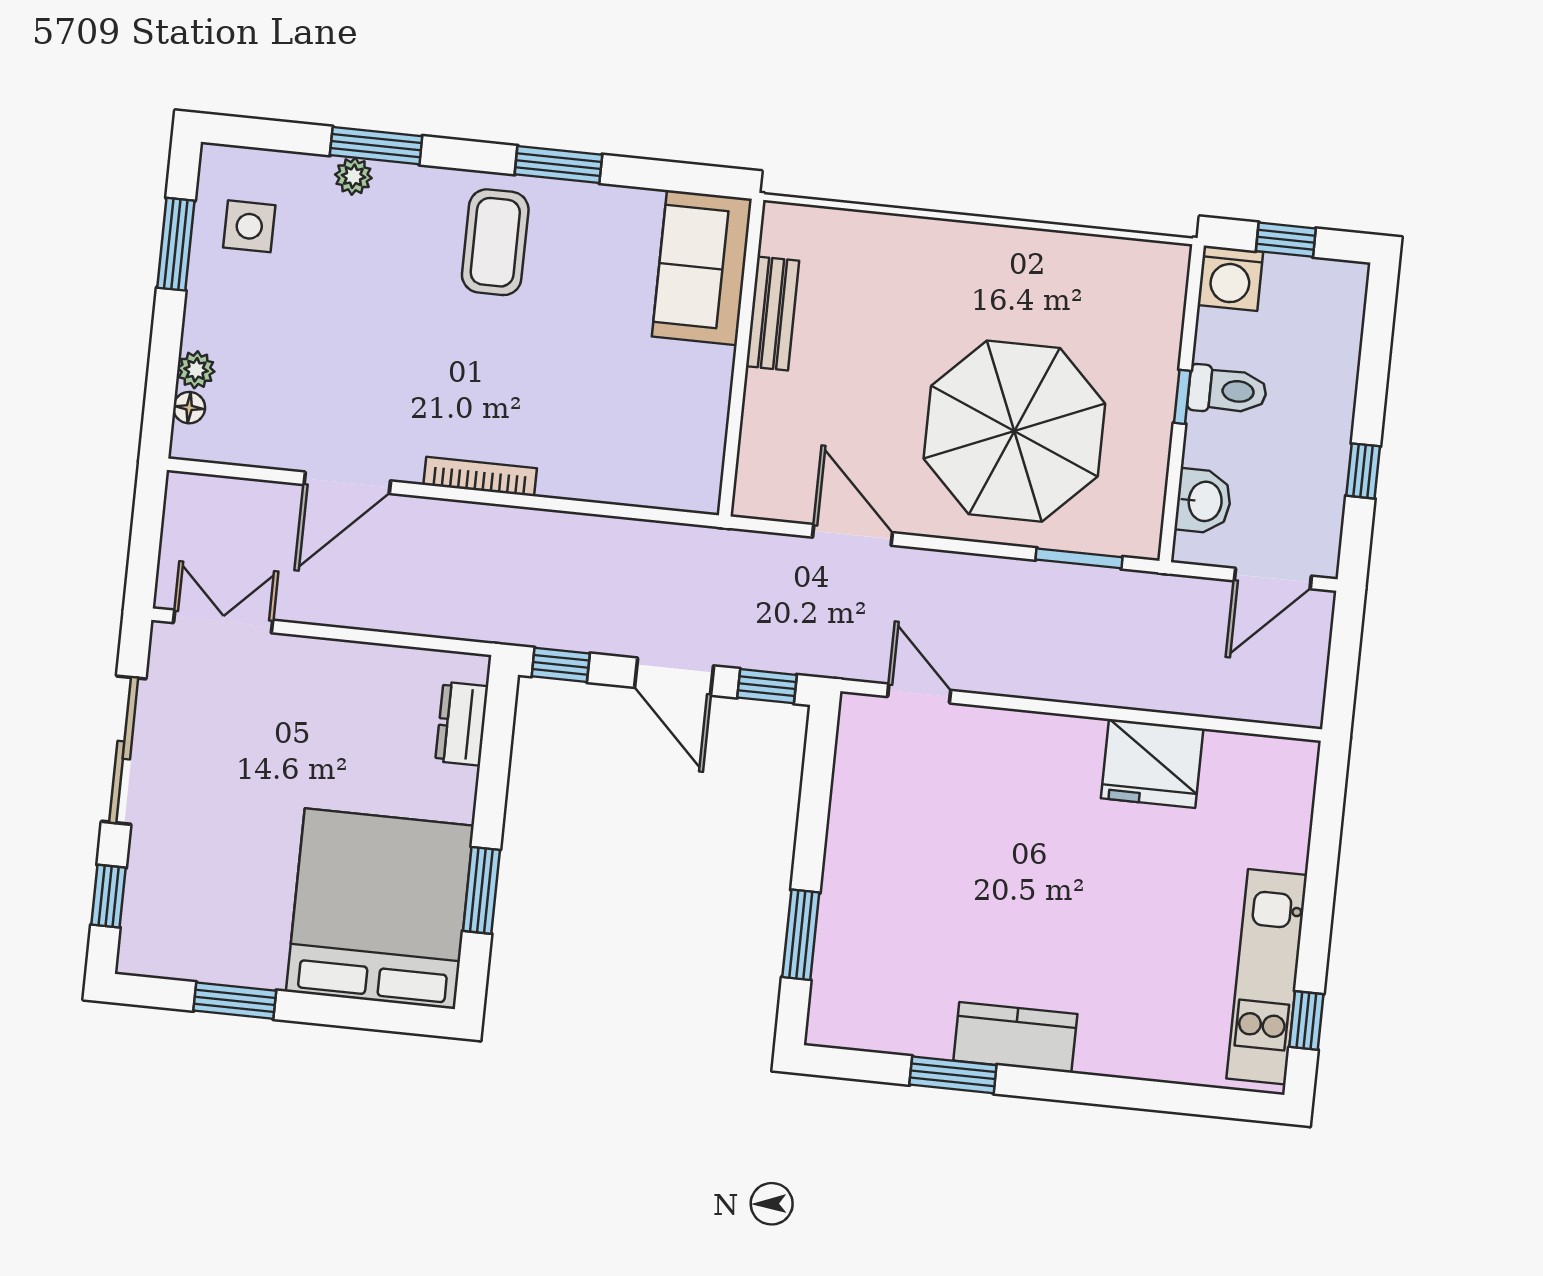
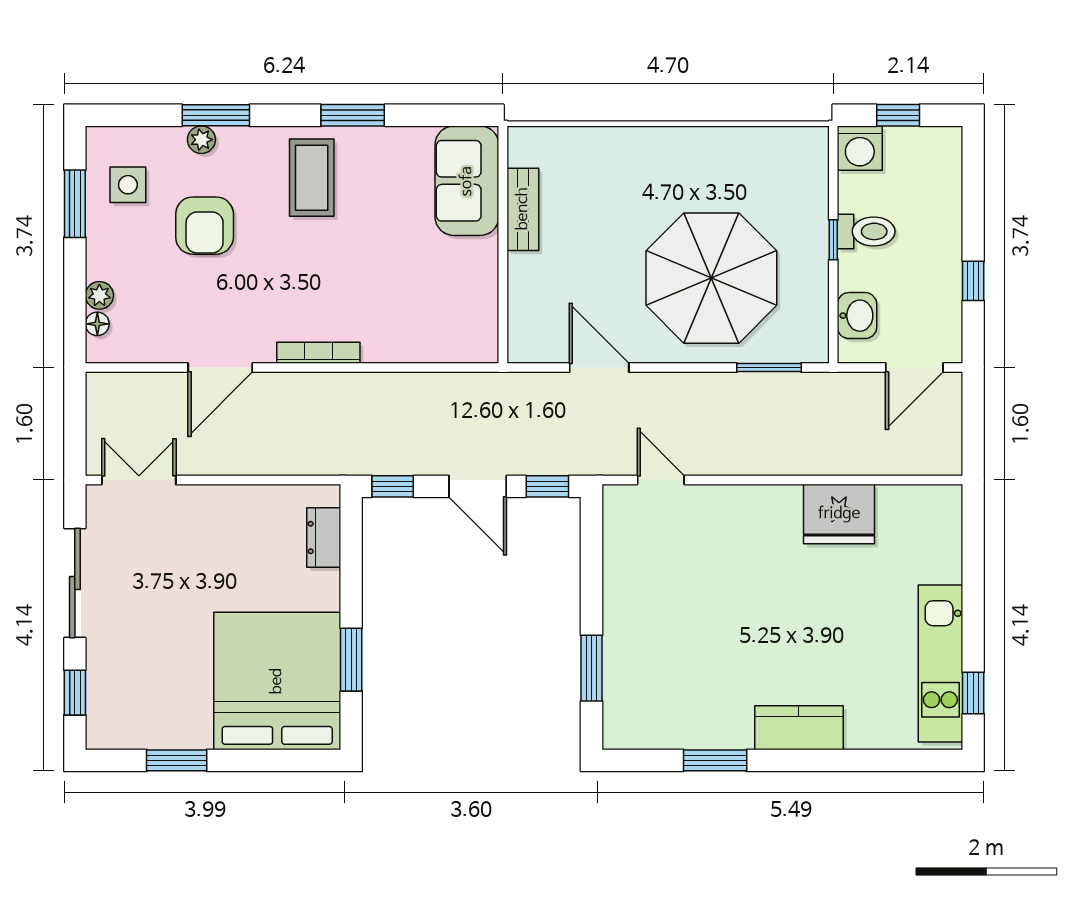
armchair: (346, 291) -> (205, 226), added
kitchen counter: (1015, 1037) -> (799, 728), moved

